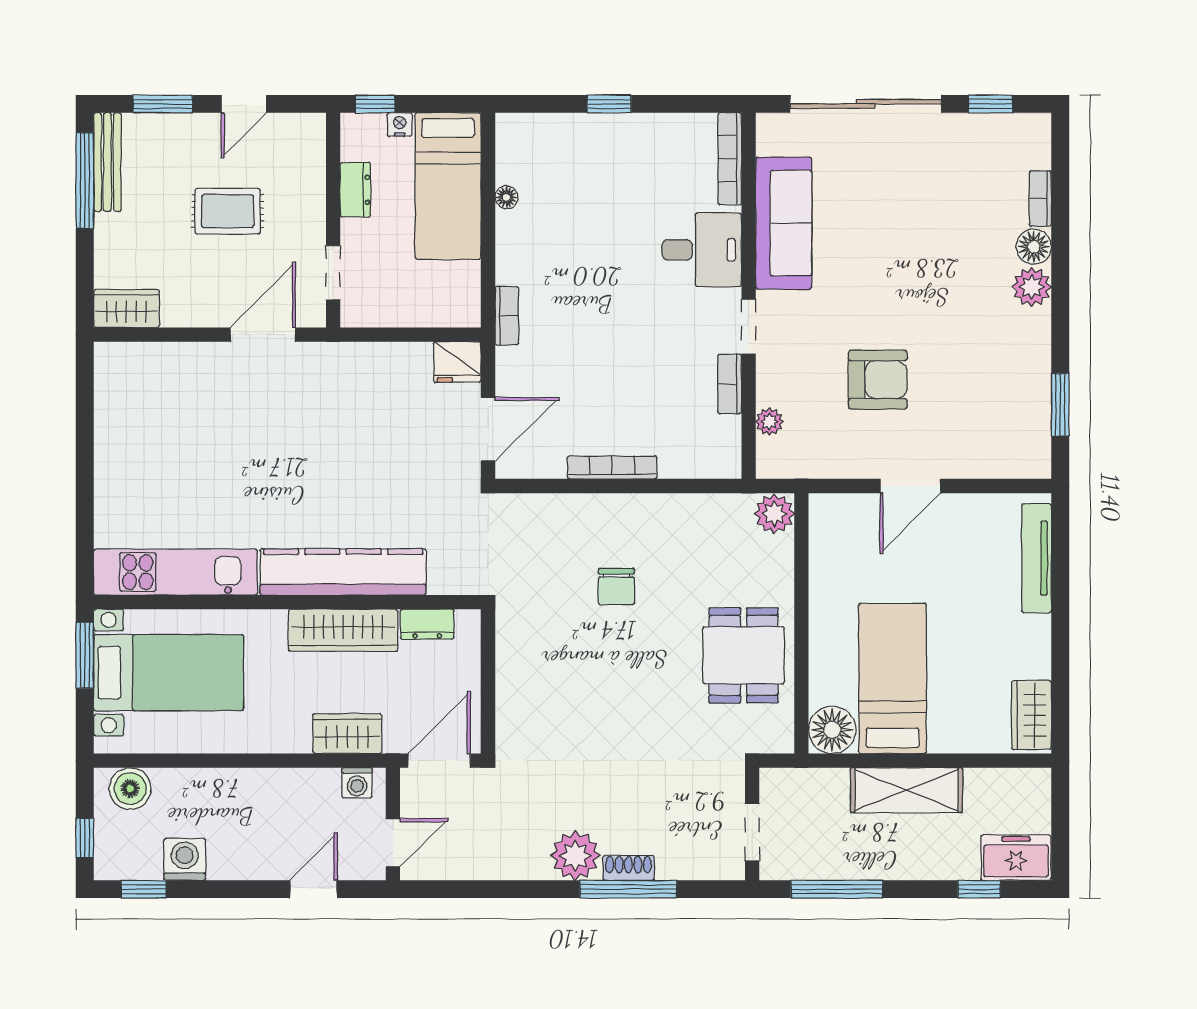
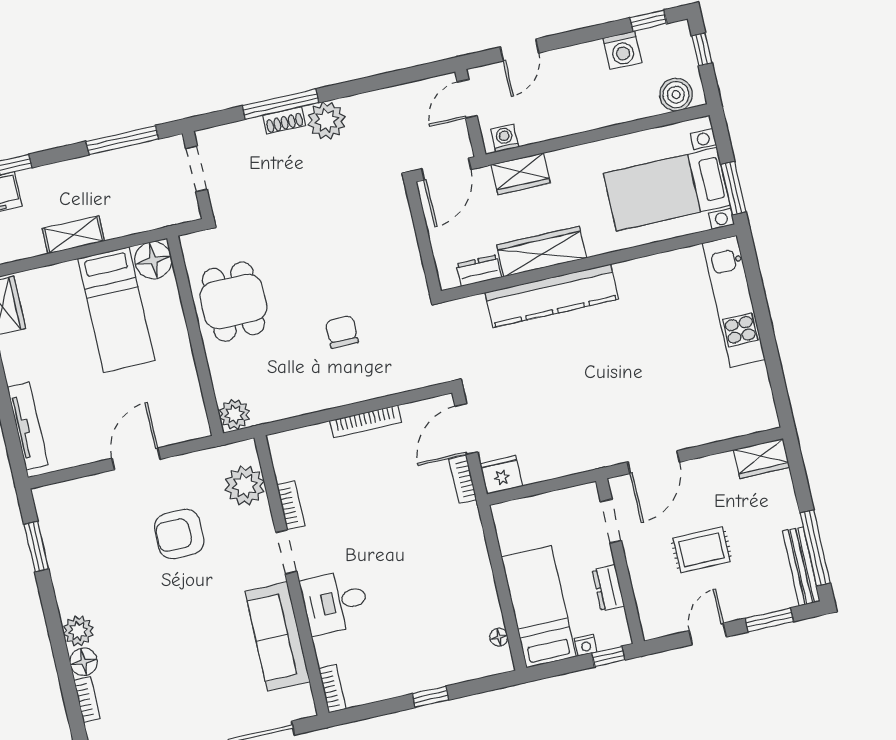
bookcase: (730, 159) -> (332, 689), width x0.64
floor lamp: (507, 197) -> (499, 637), moved
bookcase: (507, 316) -> (463, 479), moved
plant: (769, 422) -> (245, 485), width x1.87, depth x1.87
kitchen unit: (175, 572) -> (734, 301), moved, turned 90
shelving: (906, 790) -> (73, 235), width x0.67, depth x0.75

